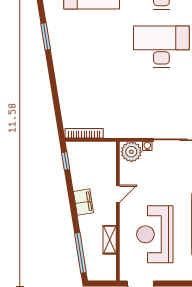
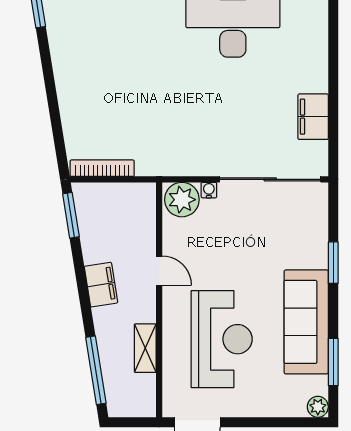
window: (66, 161) -> (71, 215), width x1.50
door: (118, 194) -> (159, 271), hinge flipped
reception desk: (155, 234) -> (222, 339), turned 180

